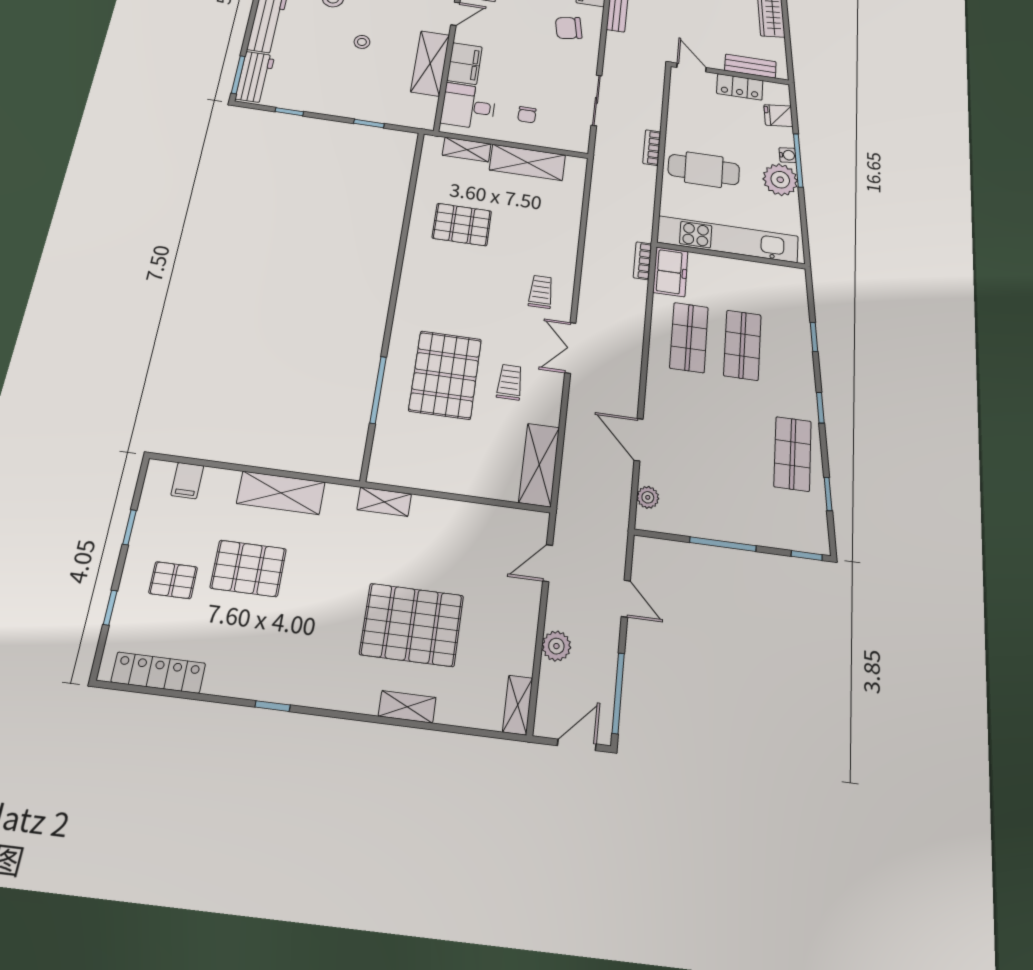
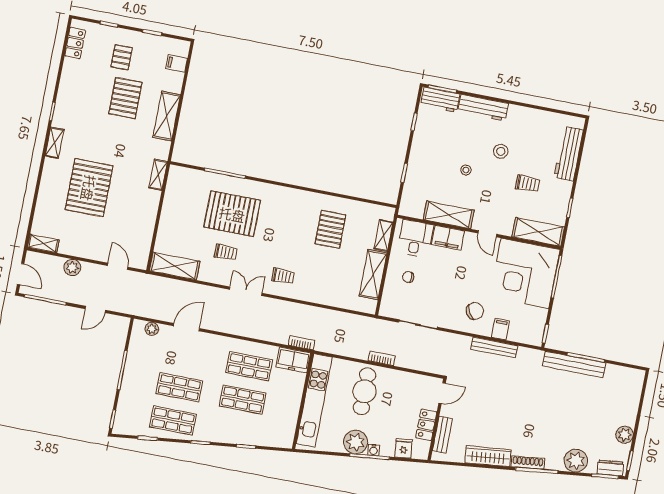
chair: (569, 28) -> (475, 311), turned 72
shop shelf: (738, 446) -> (179, 387), added
locker: (158, 673) -> (75, 43), width x0.66
shelving: (407, 707) -> (55, 143), moved

